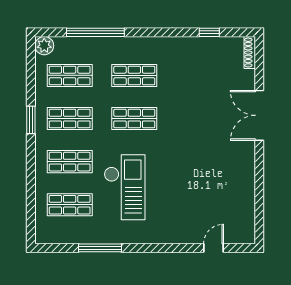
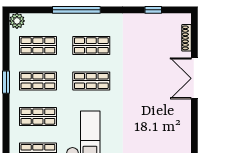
window: (95, 32) -> (76, 10), moved
shoe rack: (250, 53) -> (186, 38), moved

